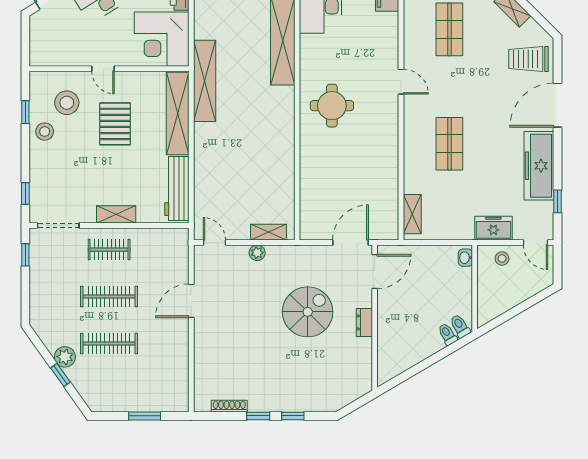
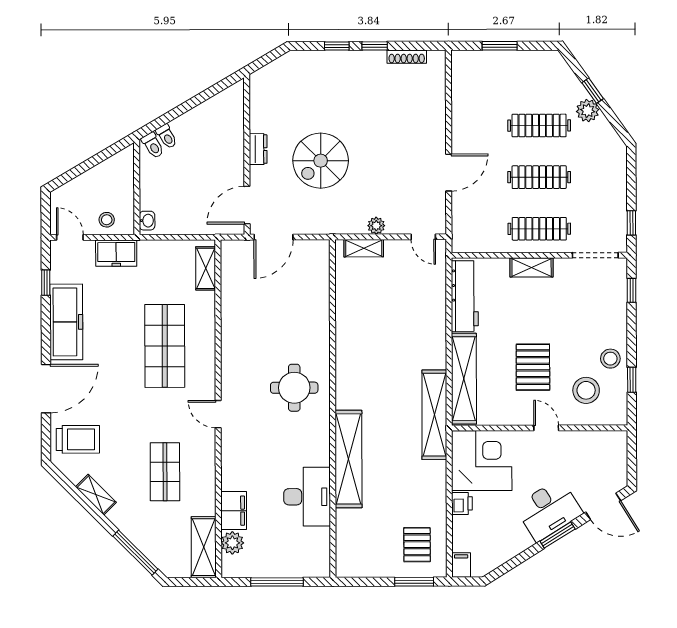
shop shelf: (449, 144) -> (165, 346), width x1.43, depth x1.36
clothes rail: (109, 250) -> (539, 229), width x1.36

